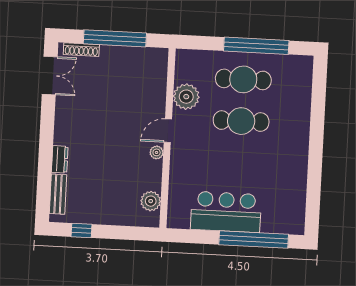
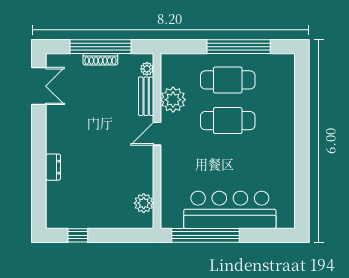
shoe rack: (81, 50) -> (100, 59), moved
plant: (157, 152) -> (147, 69), moved
bench: (58, 194) -> (146, 96), moved
bar counter: (226, 212) -> (230, 210), width x1.36
window: (254, 239) -> (206, 235), moved

